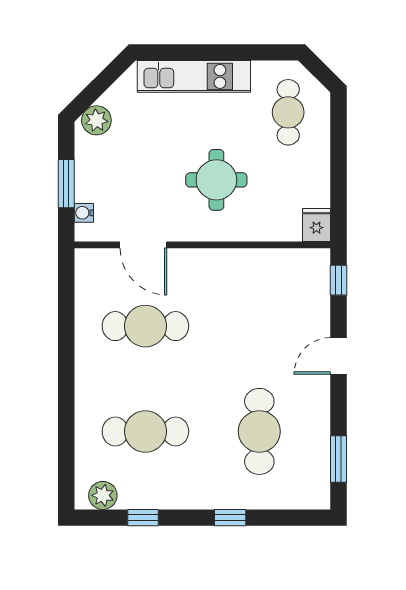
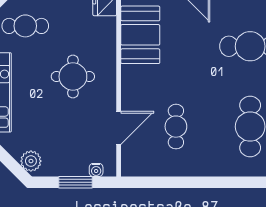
booth: (276, 276) -> (140, 35), added
cafe table: (145, 326) -> (176, 127), width x0.73, depth x0.74

